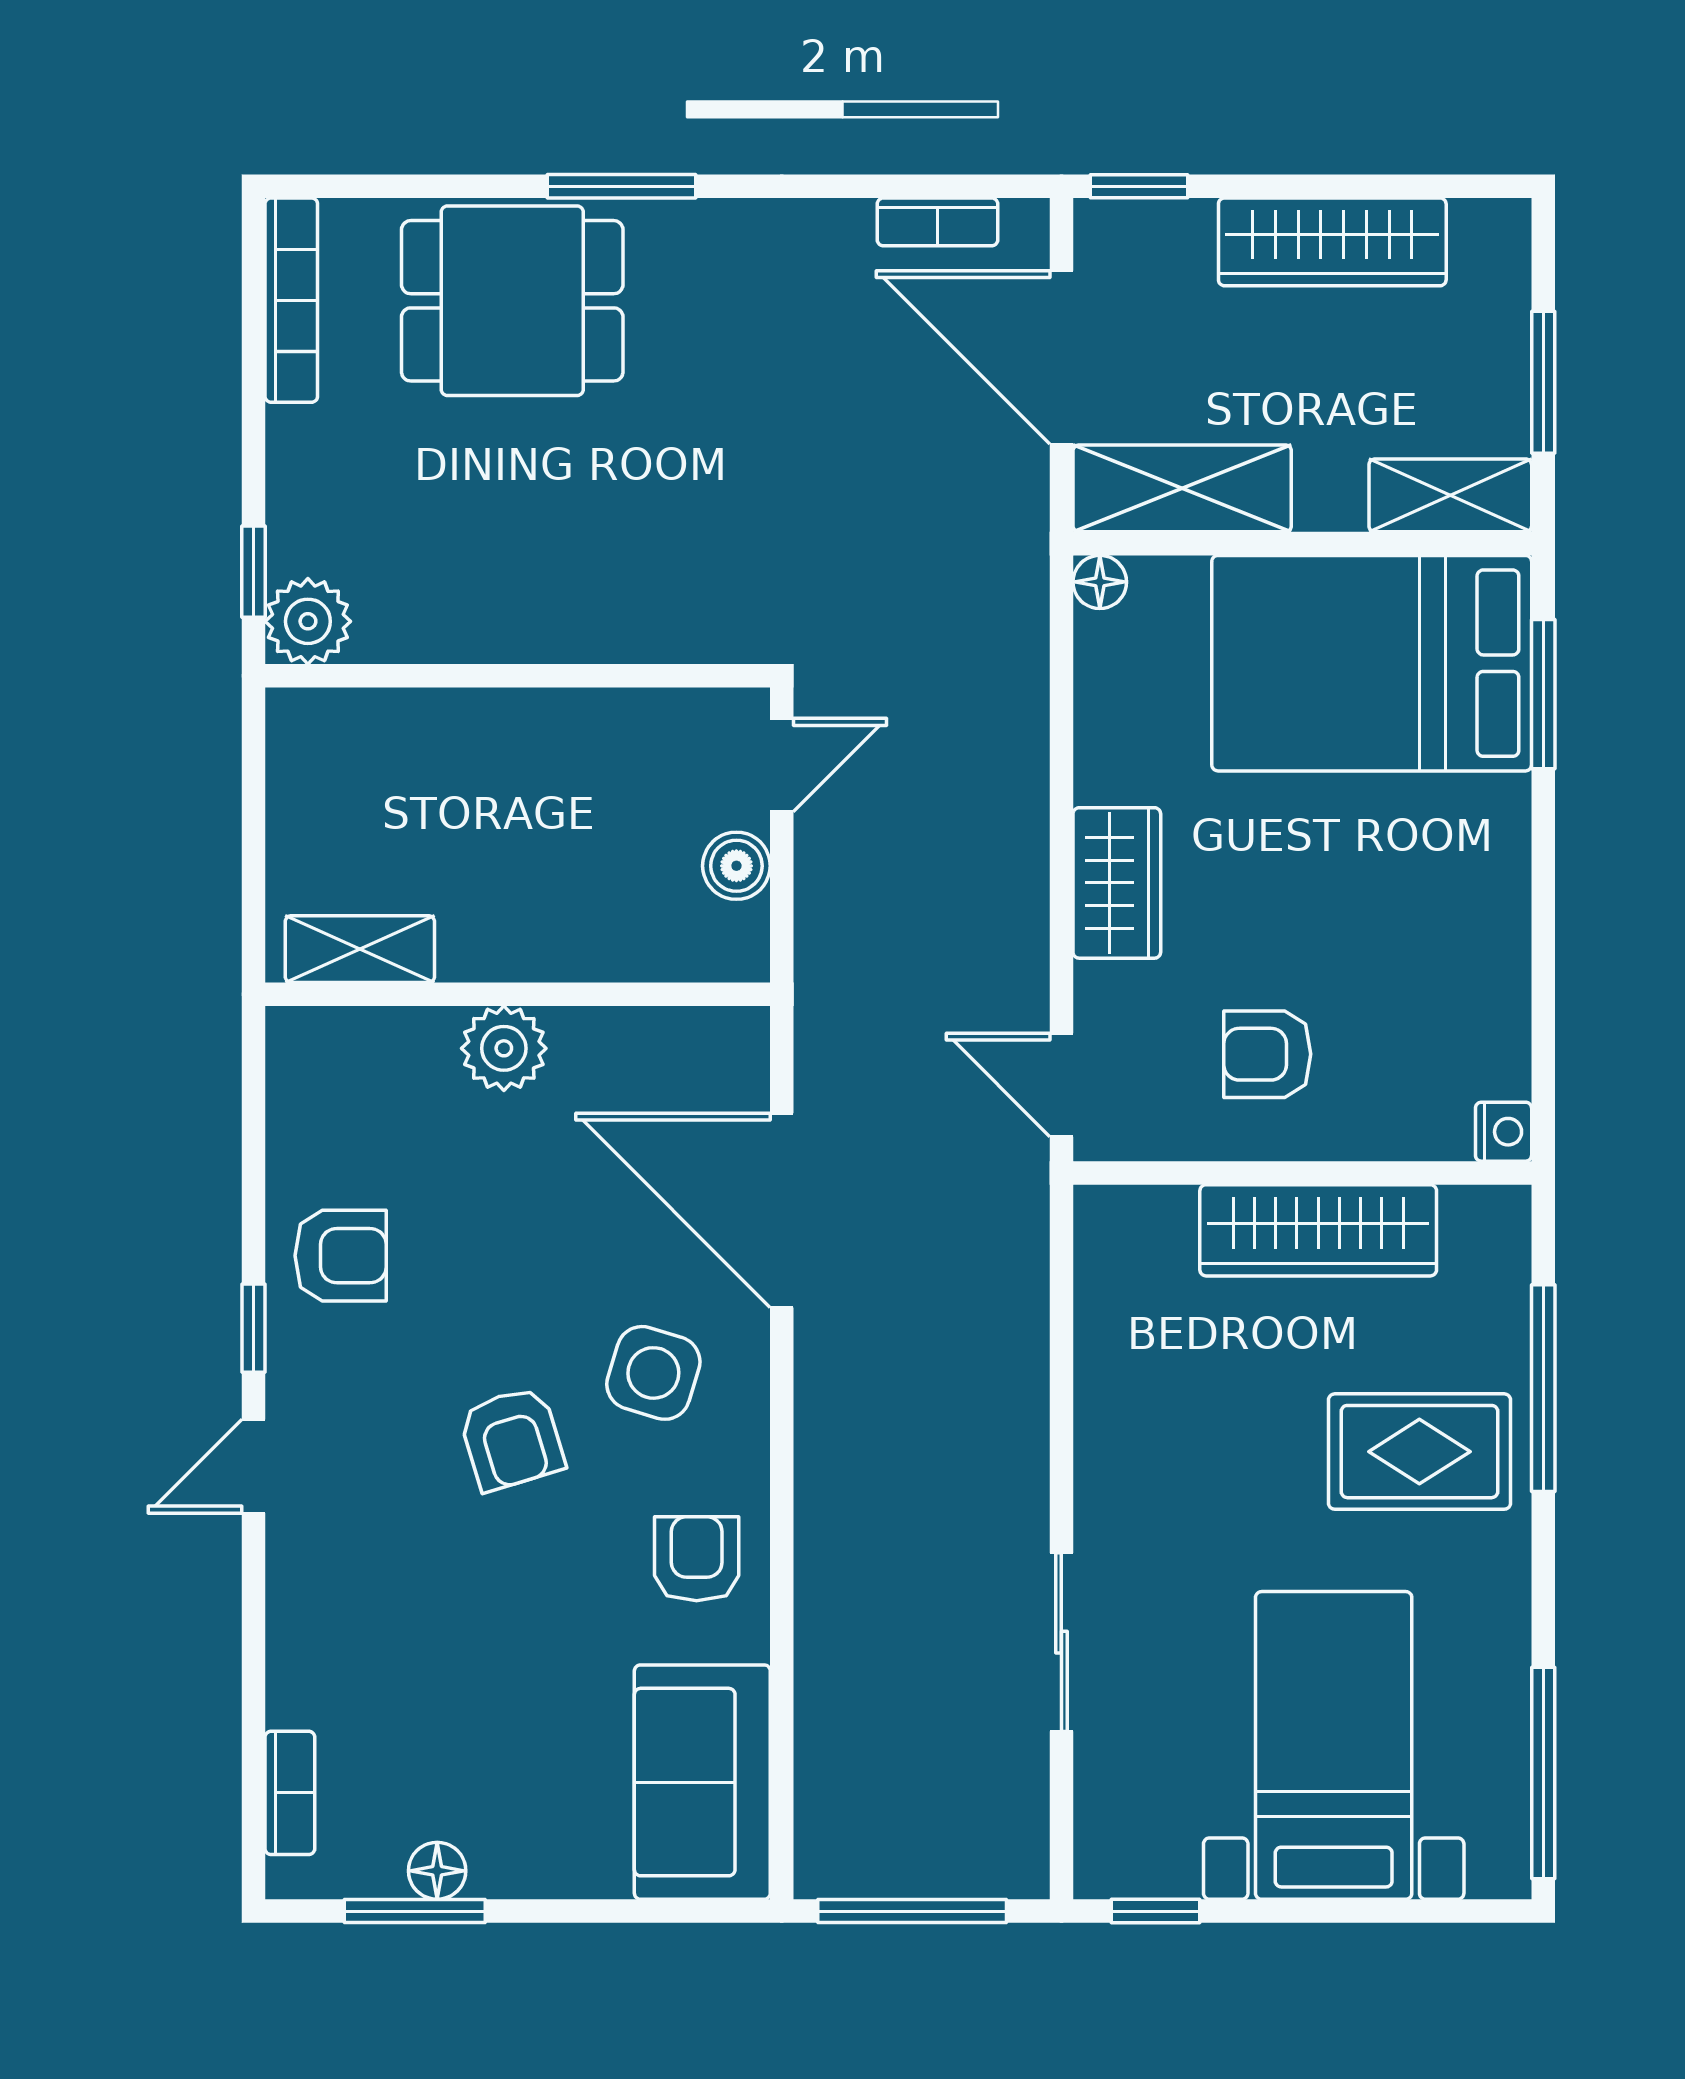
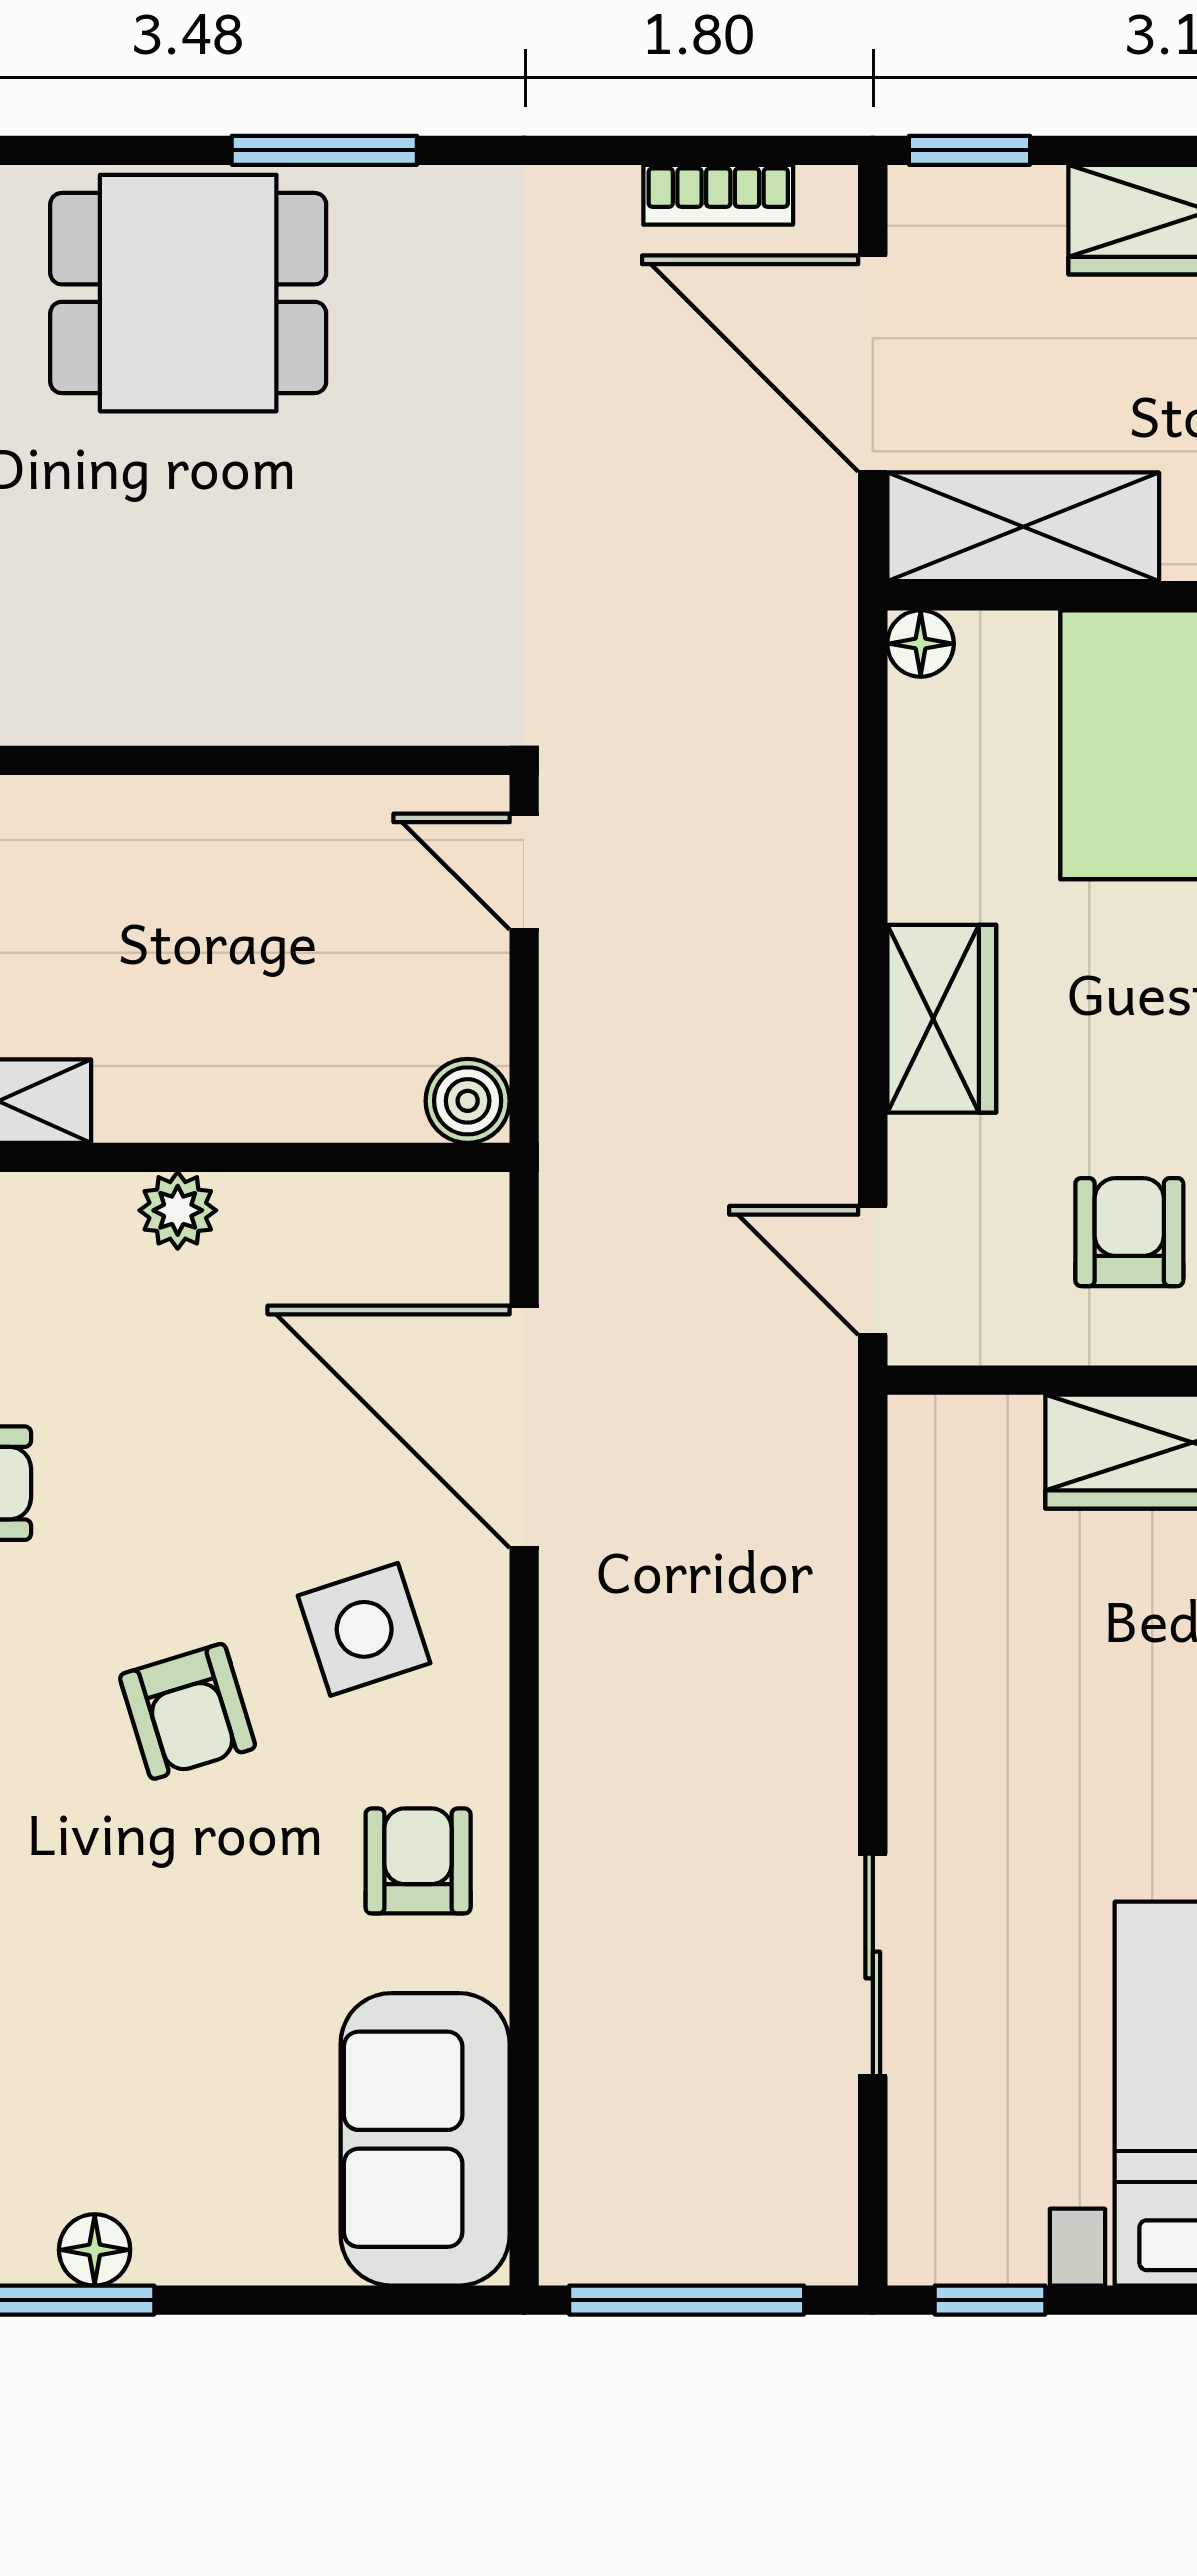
door: (782, 765) -> (524, 872), swing flipped
boiler: (736, 866) -> (468, 1101), moved
plant: (504, 1048) -> (178, 1210), width x0.73, depth x0.73
armchair: (1267, 1054) -> (1129, 1232), turned 90
side table: (653, 1373) -> (364, 1629), turned -35

